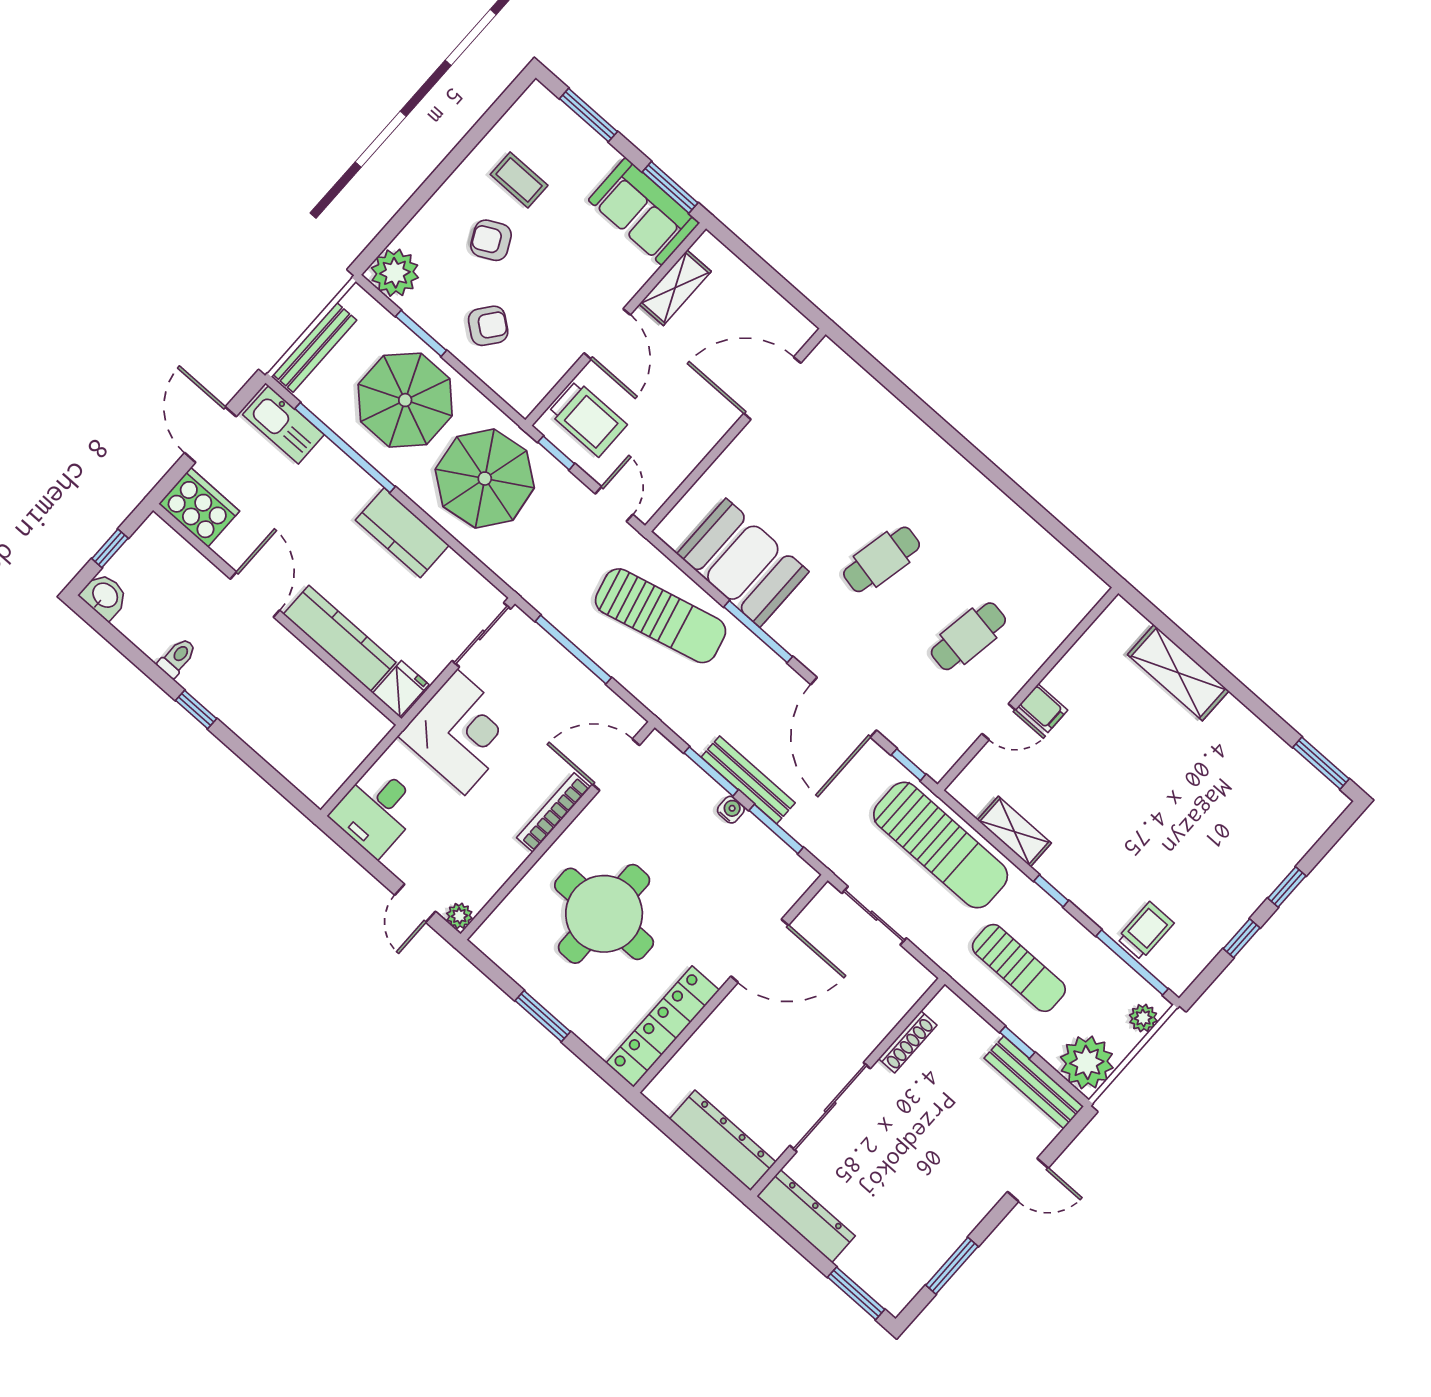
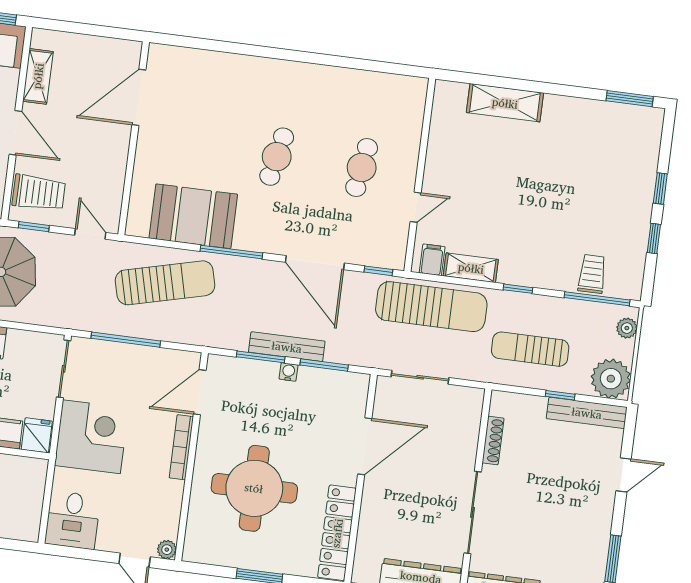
filing cabinet: (1043, 708) -> (432, 260), moved, turned -90
sun lounger: (1019, 968) -> (530, 349), turned 180

